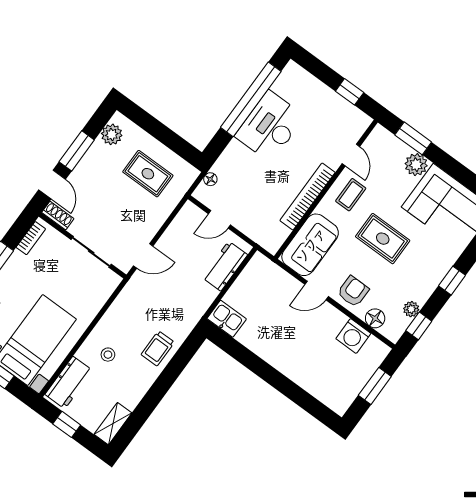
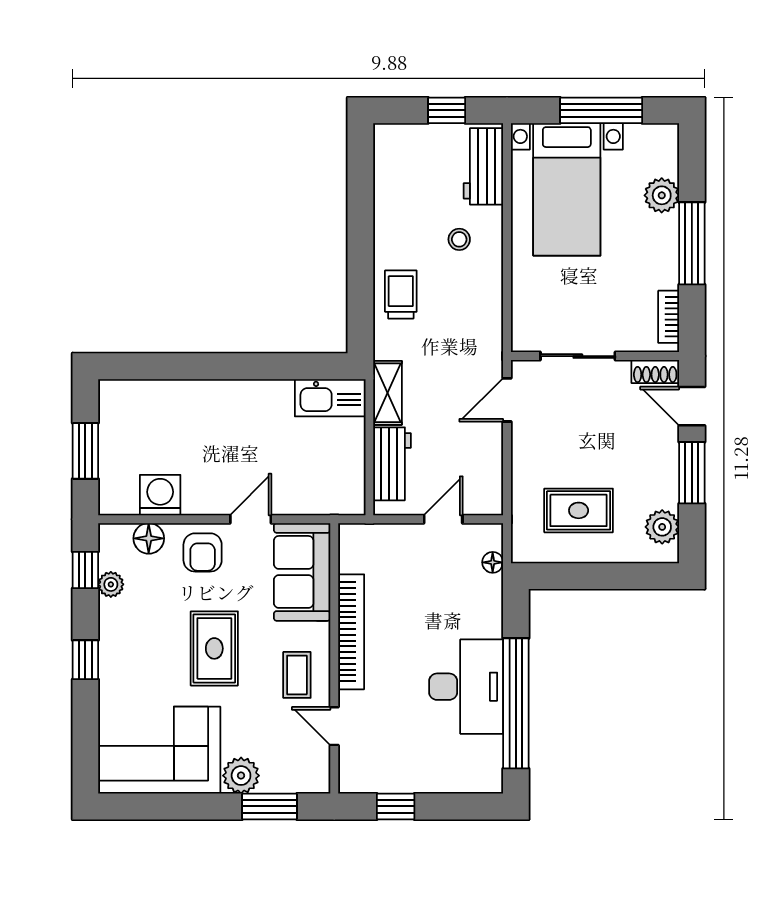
rug: (383, 239) -> (214, 648), turned 90
kitchen sink: (227, 319) -> (330, 398), width x1.38
shelving: (113, 424) -> (388, 393), moved

